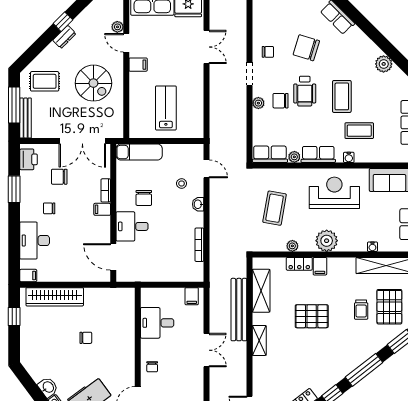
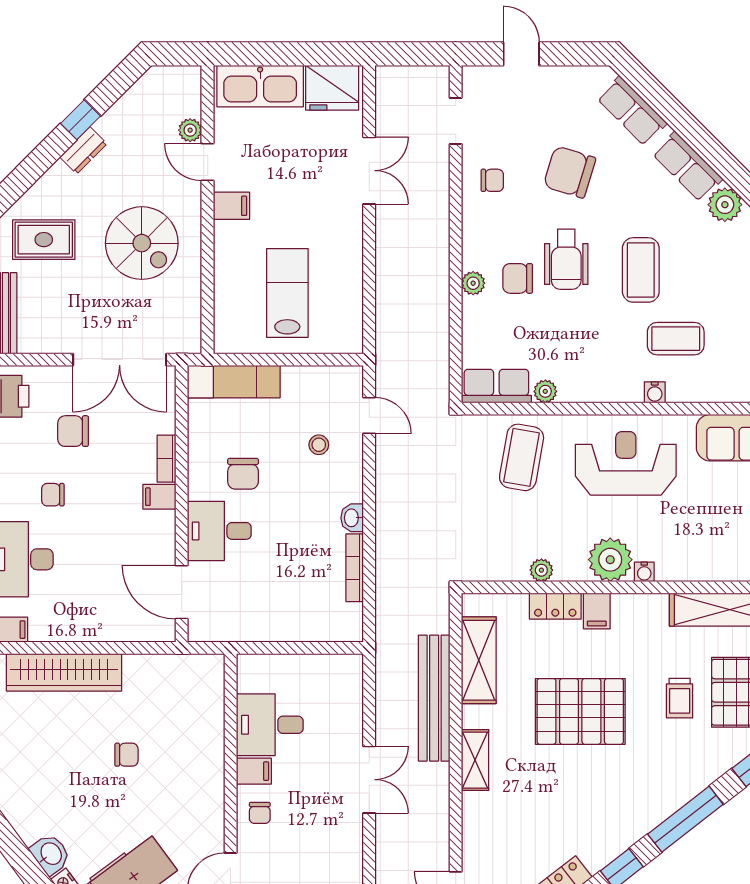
doorway: (250, 74) -> (456, 121), moved
row of seats: (318, 154) -> (687, 167), moved, turned -135
washbasin: (198, 204) -> (352, 518), moved
coffee table: (275, 208) -> (522, 457), moved
water cooler: (372, 247) -> (644, 572), moved
filing cabinet: (192, 296) -> (254, 771), moved, turned -90
pallet: (312, 316) -> (580, 711), width x1.37, depth x1.41

